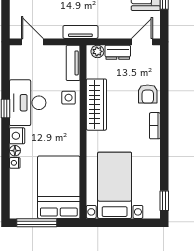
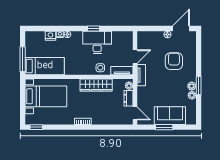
door: (32, 42) -> (135, 57), moved
armchair: (148, 94) -> (103, 117), removed
nightstand: (17, 136) -> (50, 36), moved
bed: (59, 187) -> (45, 66), width x0.67
window: (37, 223) -> (23, 59), moved

